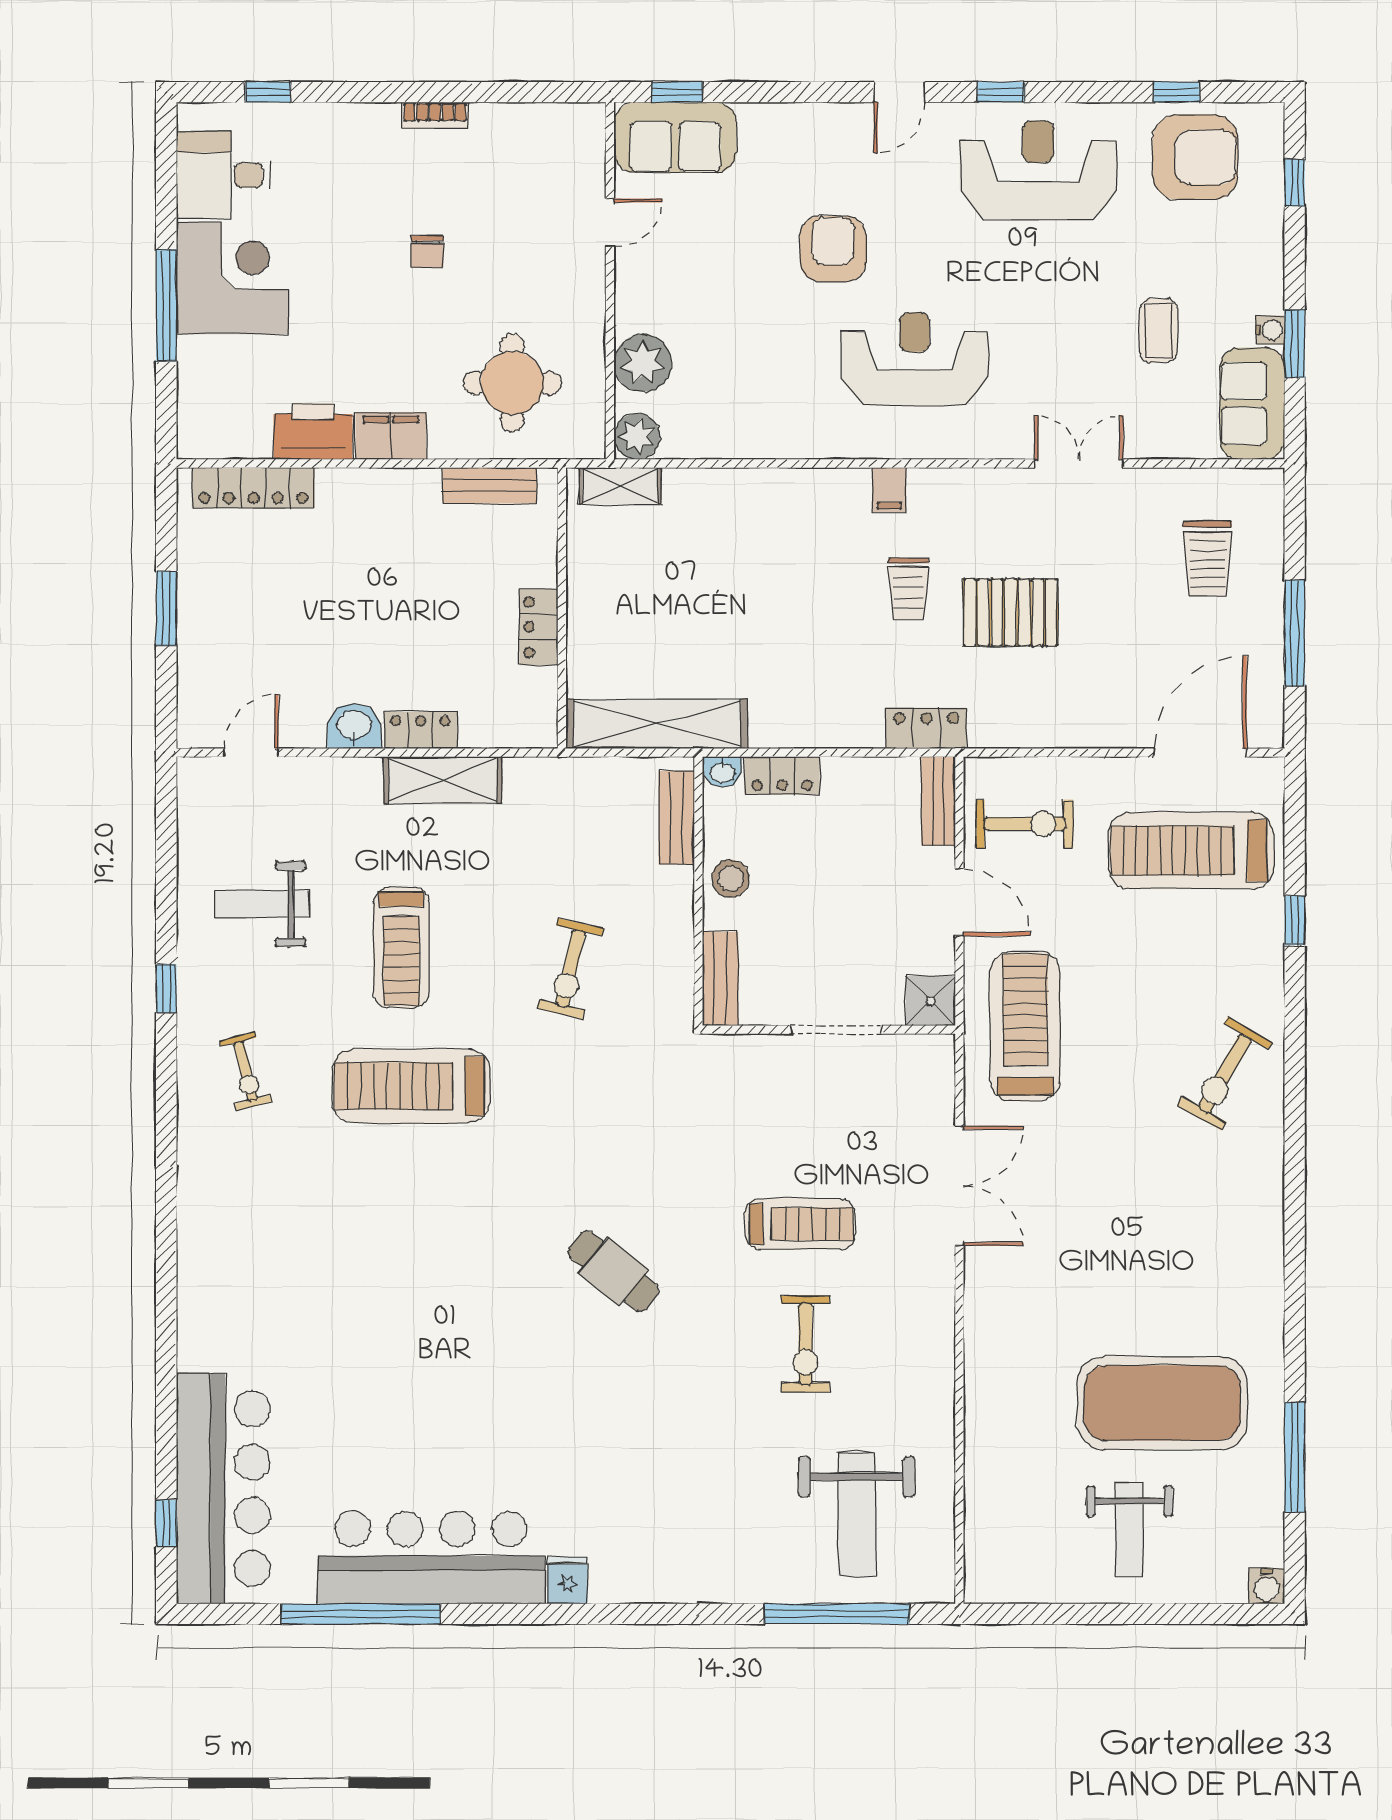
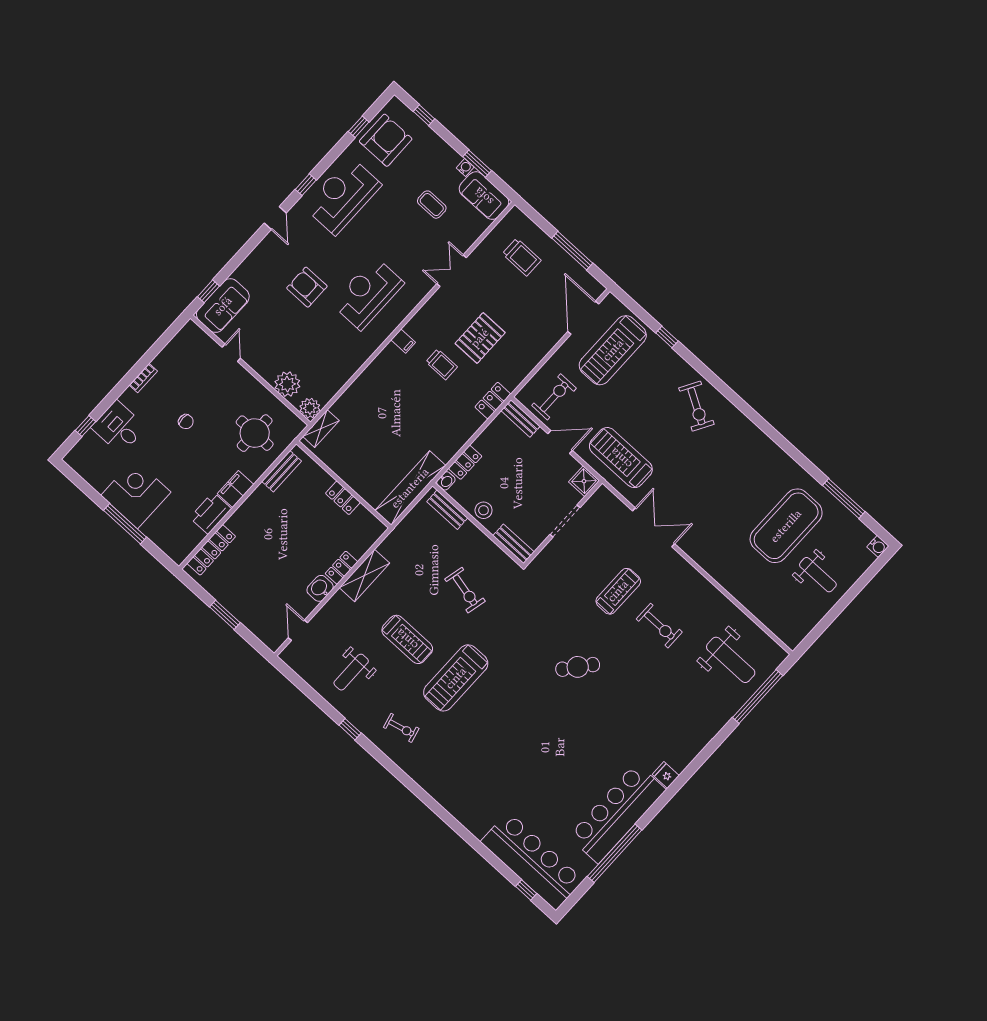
desk: (223, 175) -> (119, 427), moved, turned 90

